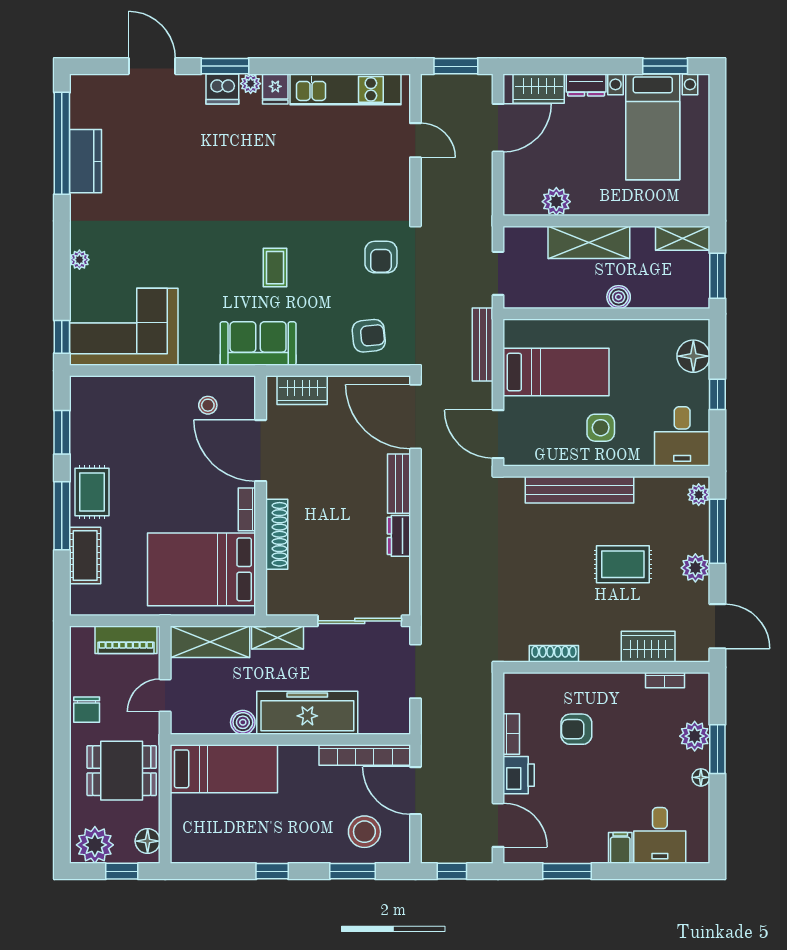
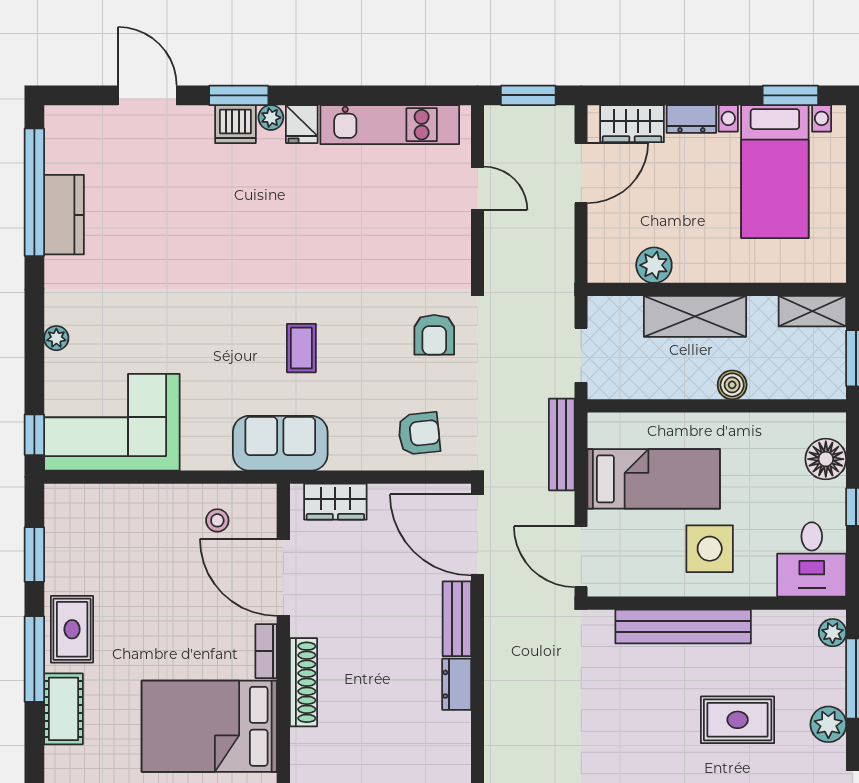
side table: (601, 428) -> (710, 549), width x1.37, depth x1.37

